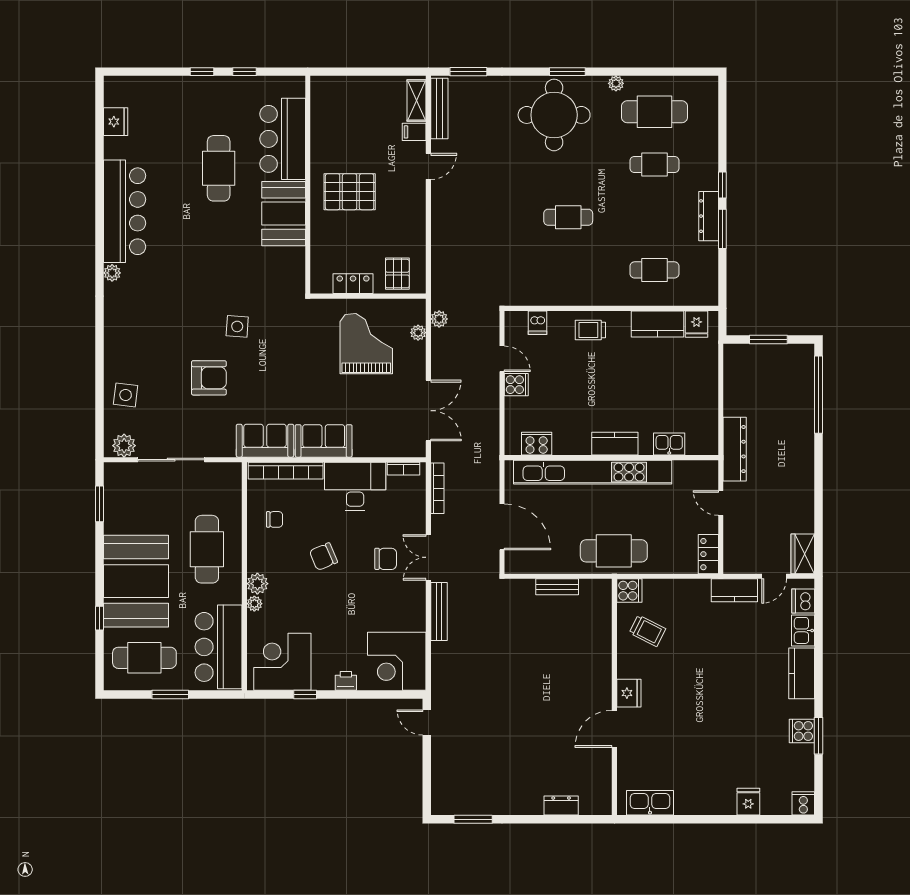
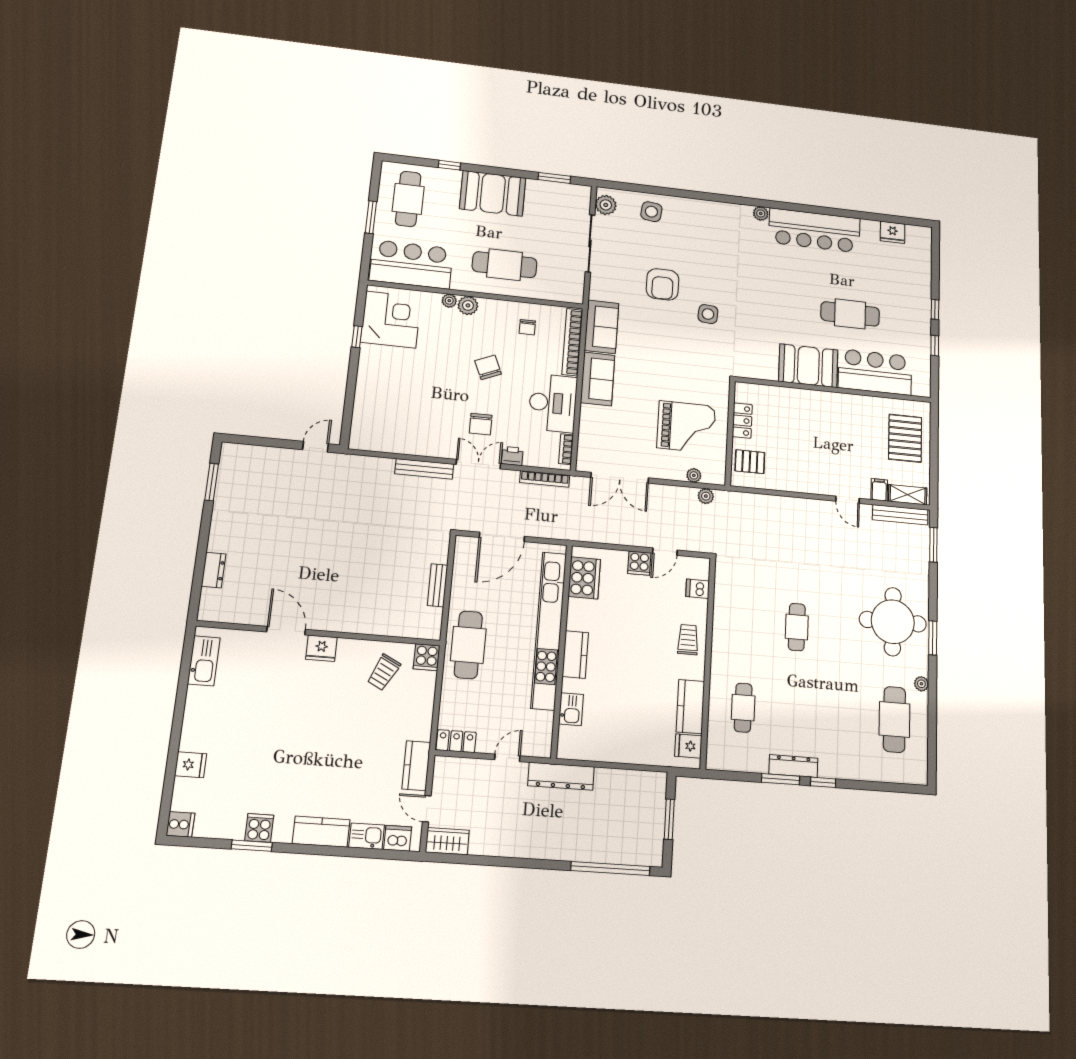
cafe table: (654, 164) -> (844, 716), removed
pallet: (350, 192) -> (905, 438), moved
cooker: (537, 444) -> (584, 578), width x1.37, depth x1.31
booth: (136, 581) -> (493, 193), width x0.73, depth x0.70
corner desk: (397, 661) -> (380, 424), removed
printer: (346, 681) -> (512, 456), moved, turned -90

